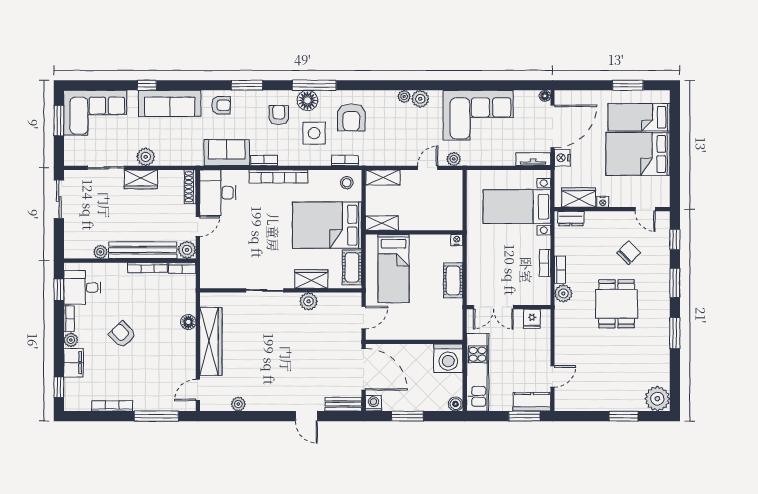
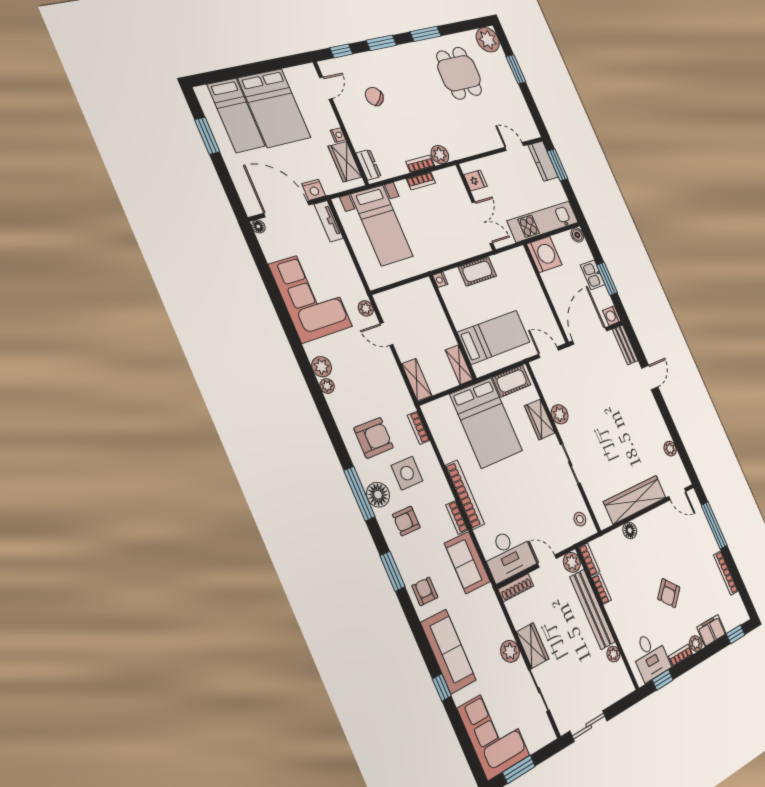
stool: (347, 183) -> (580, 519), moved
bookcase: (147, 268) -> (601, 589), width x0.64
dining table: (617, 304) -> (459, 73), moved, turned 90
kitchen sink: (416, 402) -> (593, 275), added

